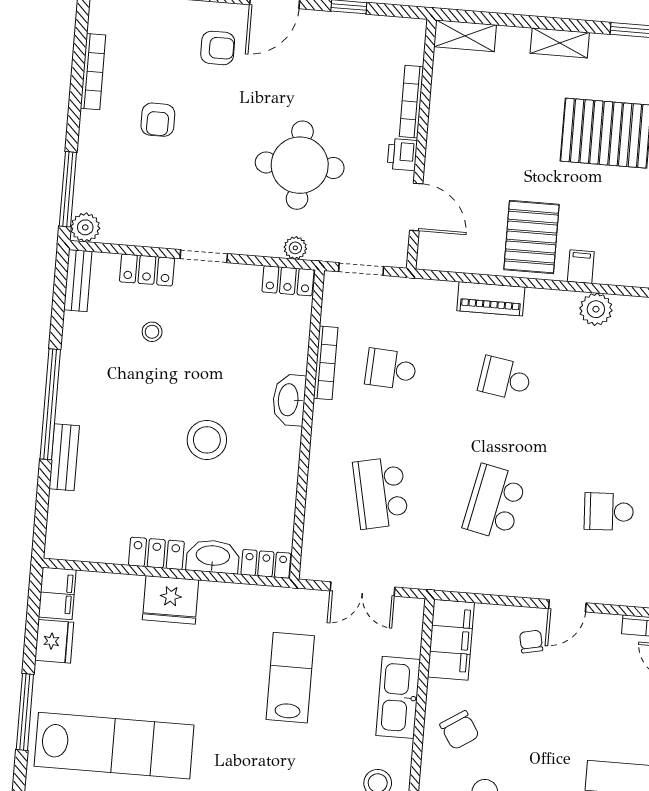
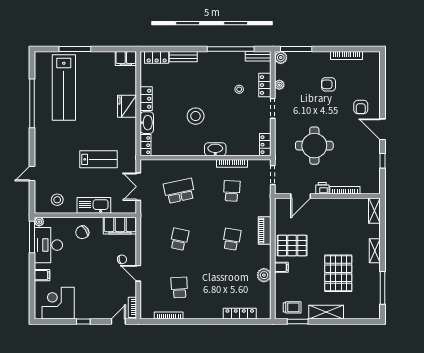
plant: (295, 248) -> (279, 85), moved
window: (50, 404) -> (231, 49), moved
school desk: (495, 502) -> (179, 239), width x0.54
locker: (61, 521) -> (157, 57), added
fridge: (54, 641) -> (106, 59), removed

